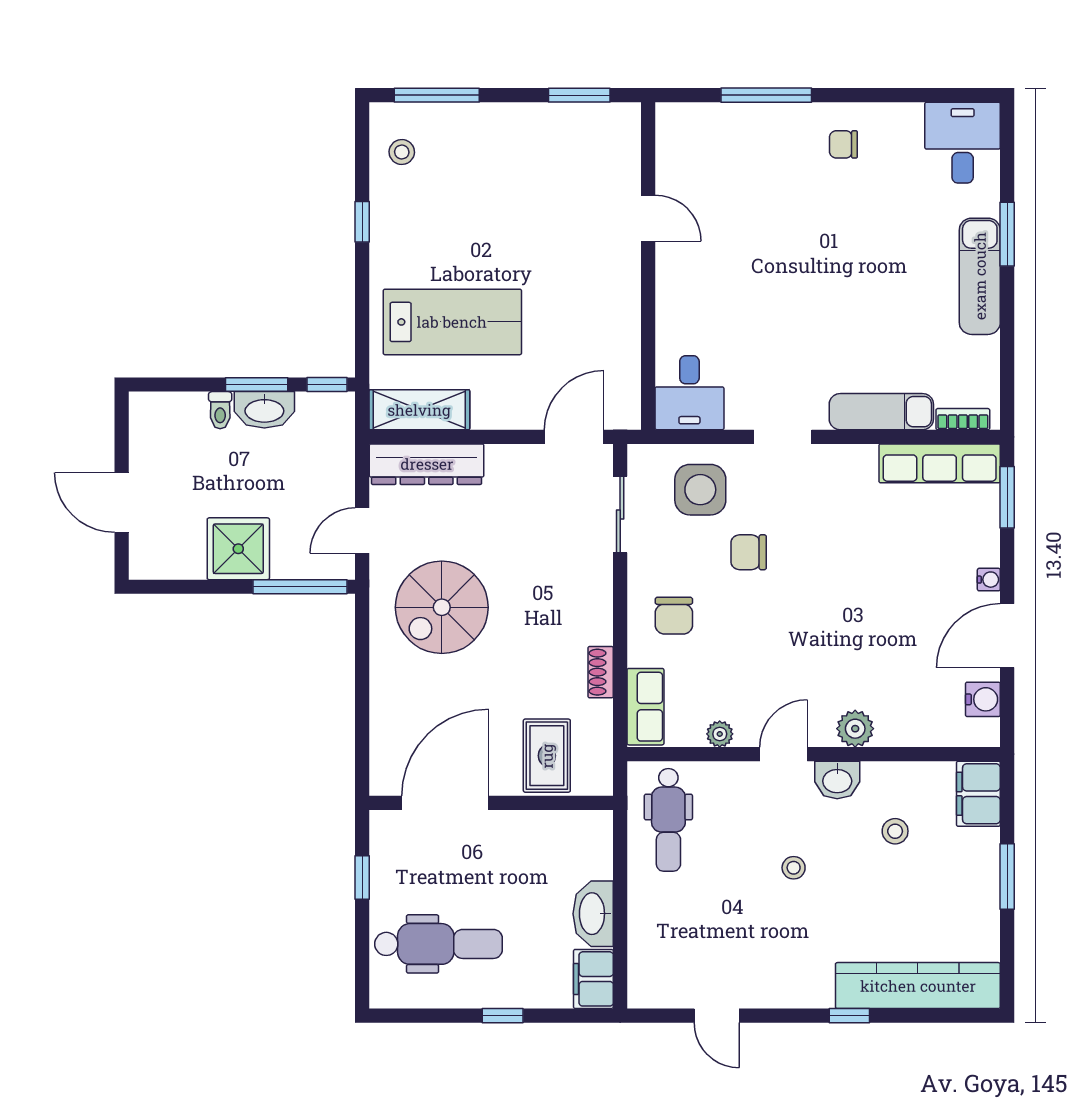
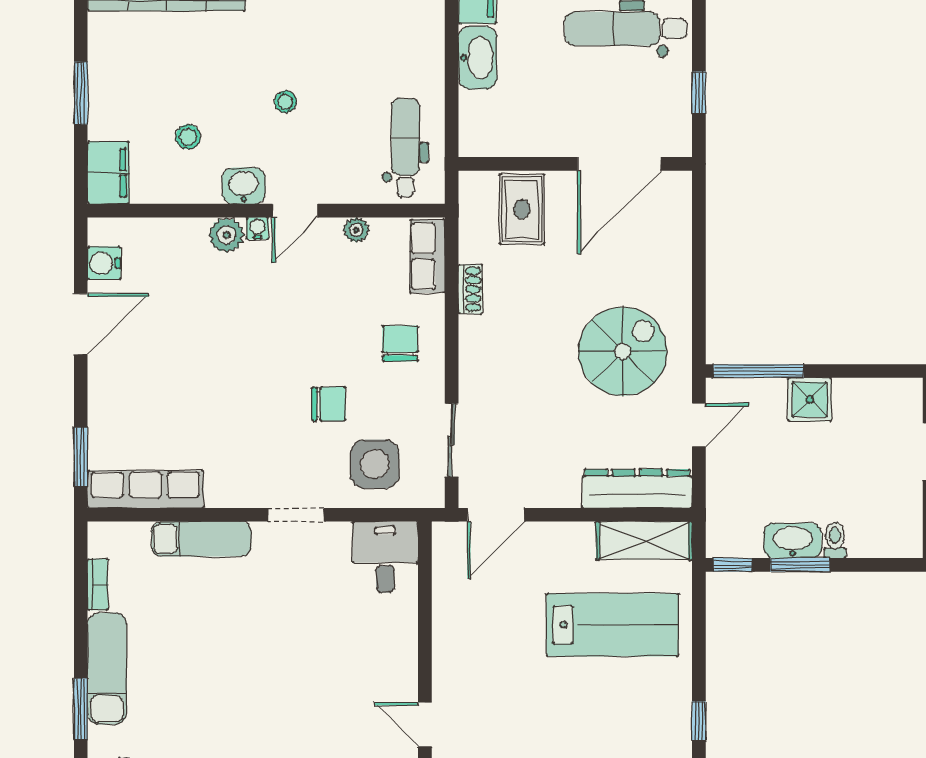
lab bench: (452, 322) -> (612, 625), turned 180
bookcase: (963, 419) -> (98, 584), moved, turned -90
shower: (238, 549) -> (810, 400), width x0.73, depth x0.73
water cooler: (989, 580) -> (258, 228), moved, turned 90

